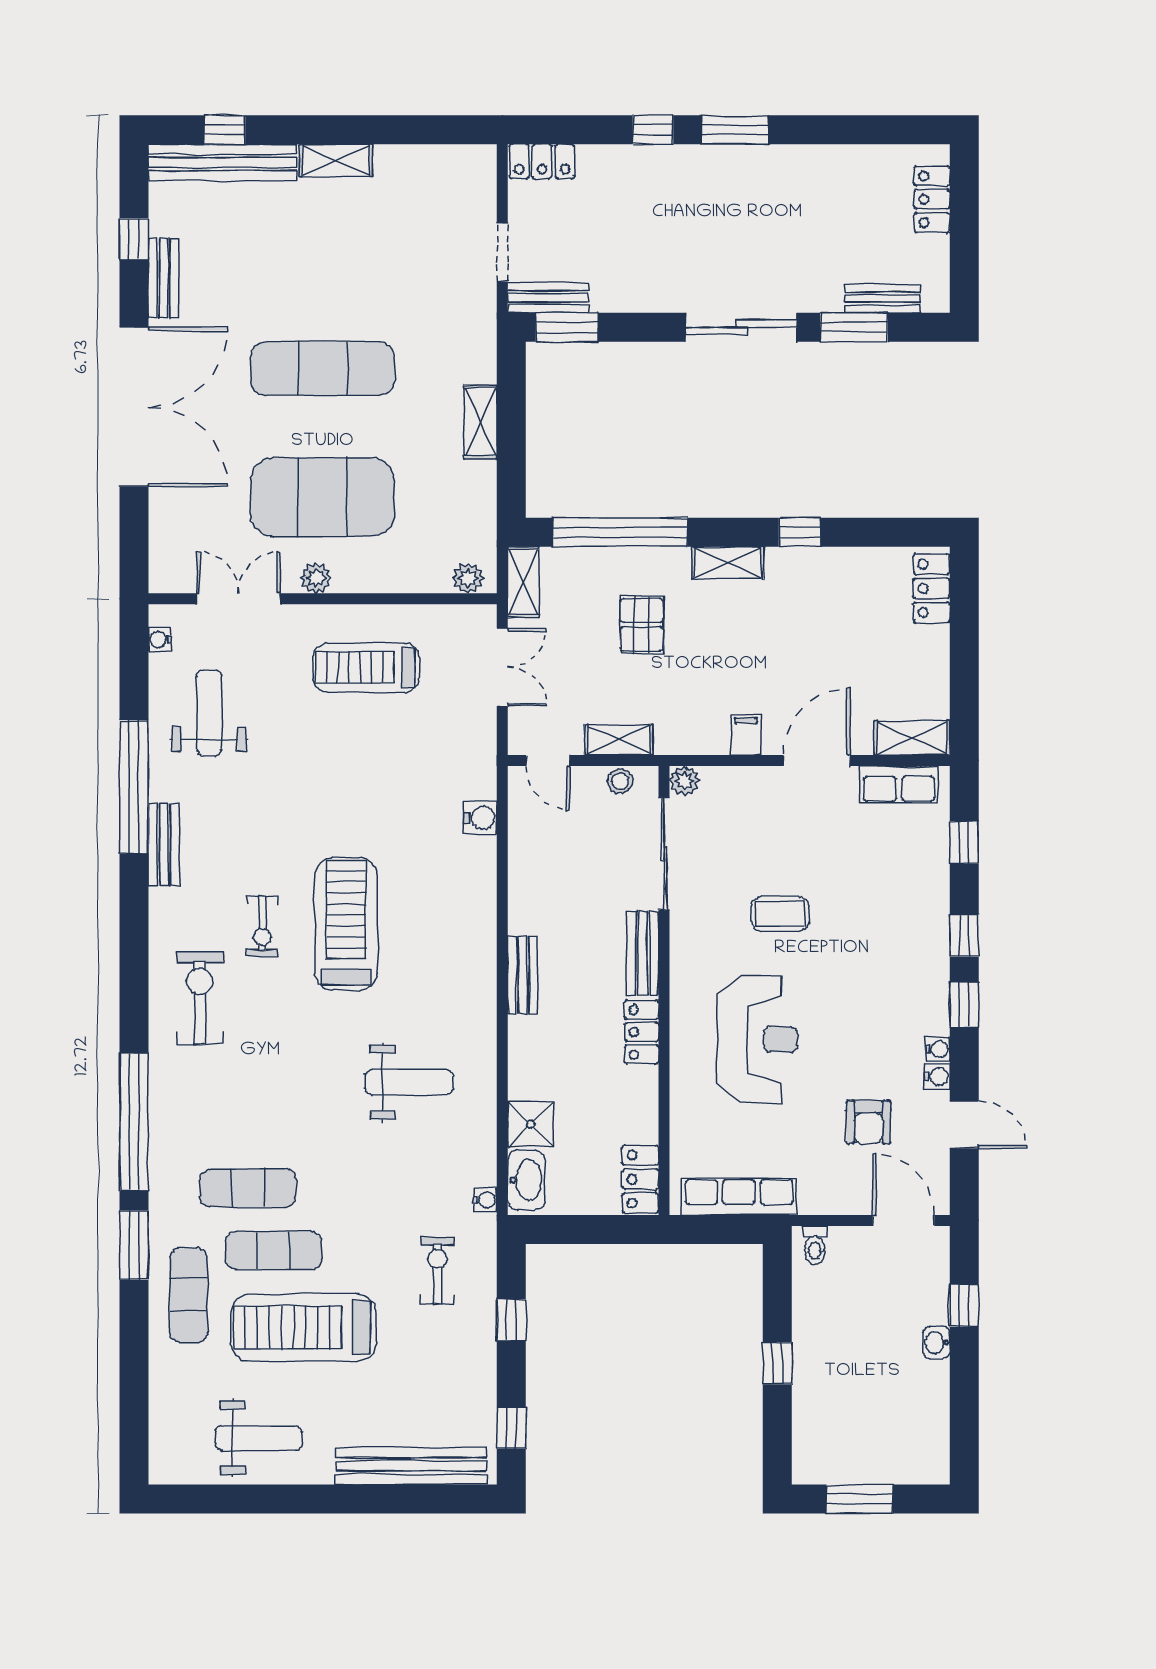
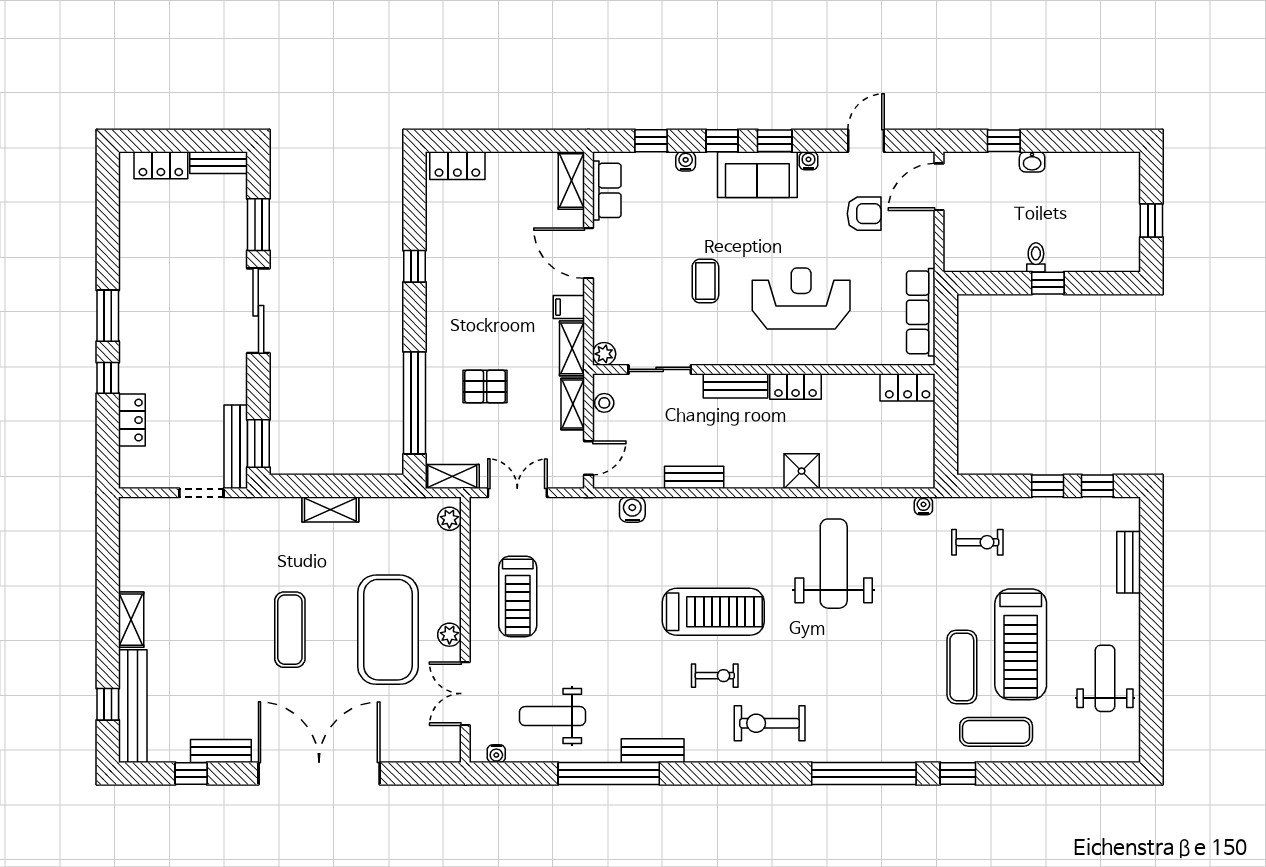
locker: (542, 161) -> (132, 420), moved
bench: (548, 298) -> (236, 447), width x1.36
bench: (882, 299) -> (219, 163), moved, turned 90
exercise mat: (323, 369) -> (290, 630), width x0.73, depth x0.69
shelving: (728, 563) -> (572, 348), moved
sliding door: (664, 854) -> (660, 369), width x0.73
treadmill: (346, 924) -> (713, 612), turned 180
bench: (522, 975) -> (694, 477), moved
sofa: (920, 982) -> (757, 175), added
water cooler: (937, 1077) -> (686, 161), moved
weight bench: (409, 1082) -> (834, 564), width x1.36, depth x1.33
shower: (531, 1124) -> (802, 471), moved
washbasin: (526, 1180) -> (908, 474), removed
exercise mat: (248, 1188) -> (914, 687), removed
window: (134, 1245) -> (958, 773), width x0.67
toilet: (815, 1245) -> (1036, 257), moved, turned -90
exercise bike: (437, 1271) -> (977, 542), turned 180
window: (511, 1320) -> (1048, 486), moved
bench: (411, 1466) -> (1129, 562), width x0.54, depth x0.82
window: (860, 1499) -> (1151, 220), width x0.67

